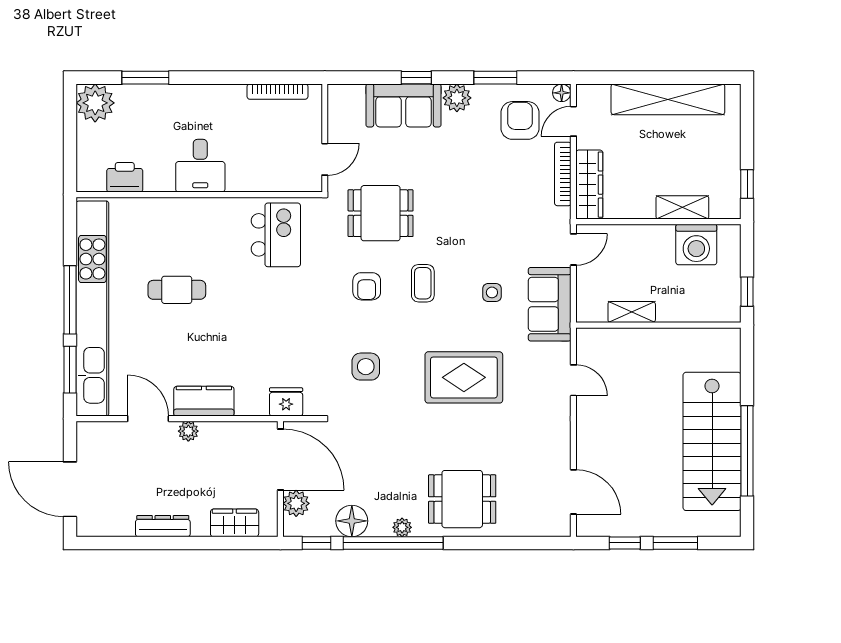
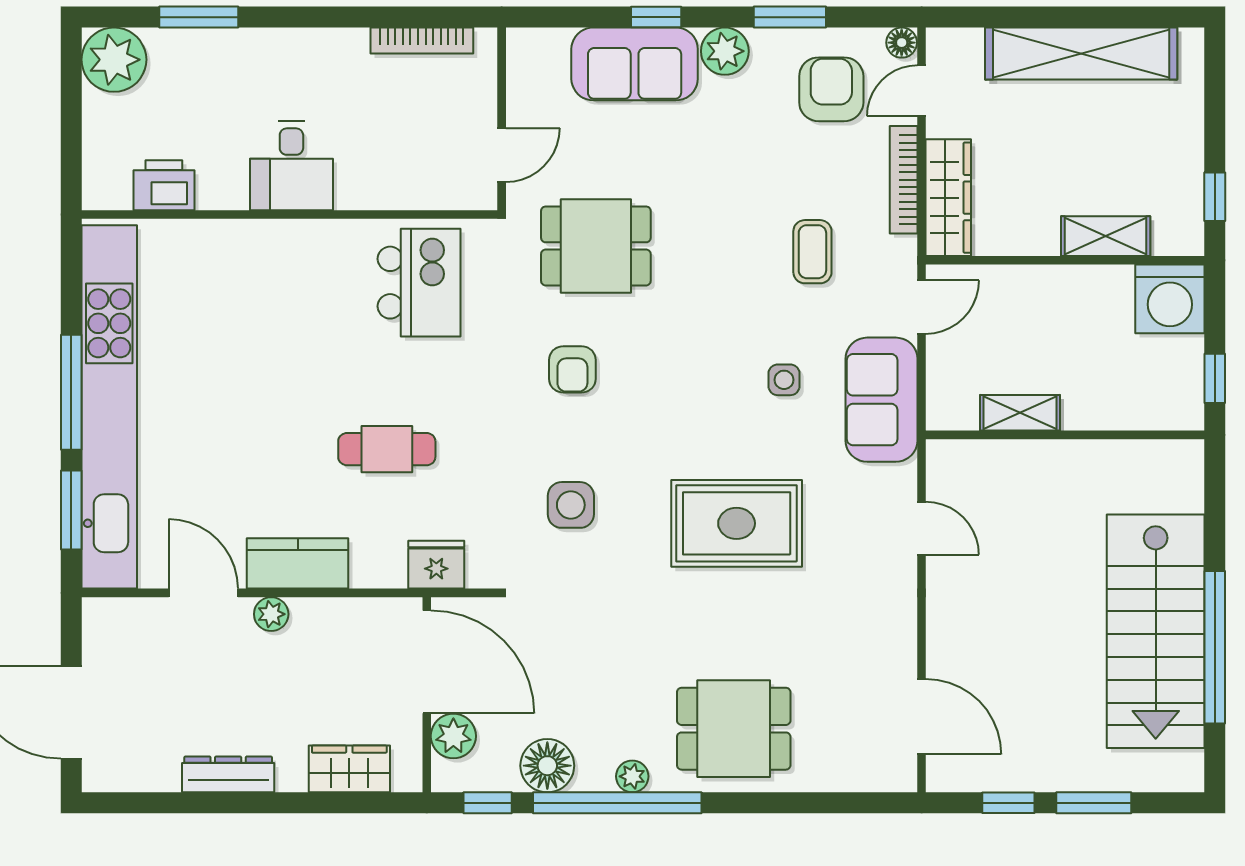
washing machine: (696, 245) -> (1170, 299), moved
coffee table: (423, 283) -> (812, 252), moved
cafe table: (177, 290) -> (387, 449), moved

